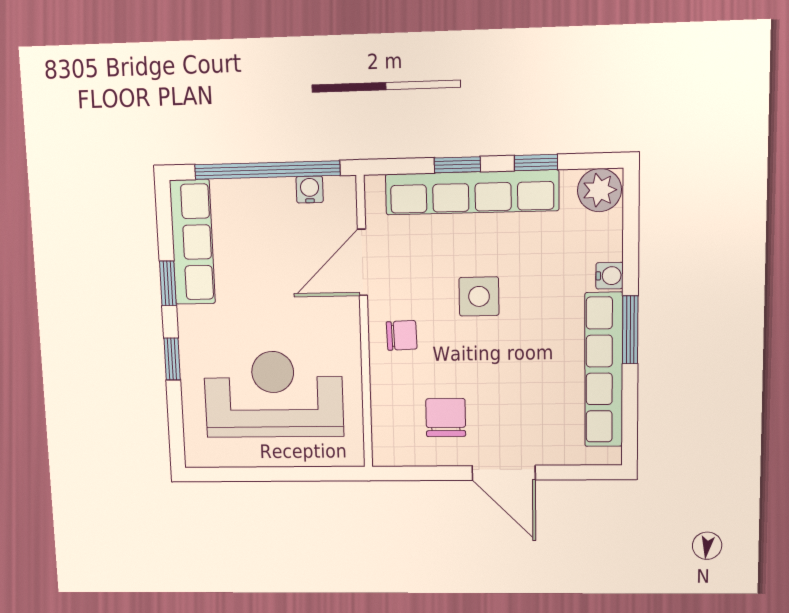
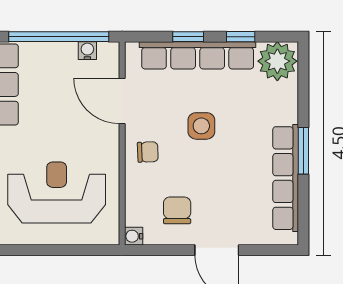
plant: (599, 190) -> (277, 61), width x1.36, depth x1.36
door: (362, 262) -> (122, 101), hinge flipped
water cooler: (610, 276) -> (134, 236), moved, turned 180

